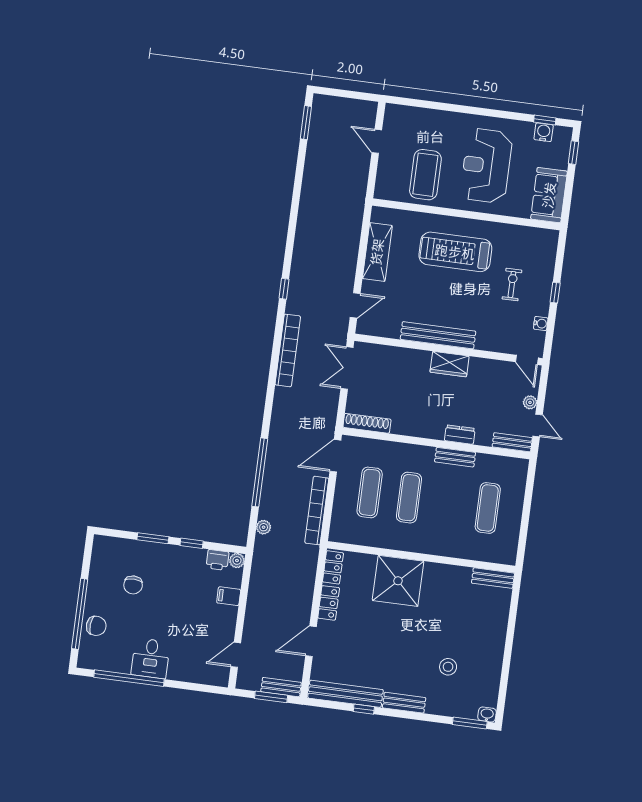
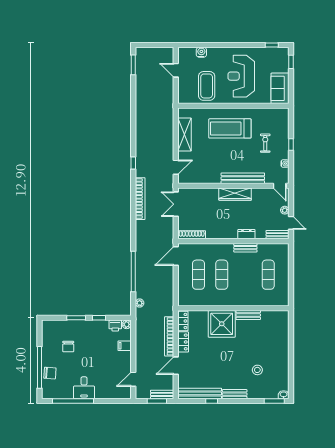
water cooler: (544, 132) -> (201, 52), moved
bench: (438, 335) -> (243, 178), moved
wardrobe: (450, 364) -> (235, 194), width x1.50
bookcase: (317, 511) -> (169, 336), moved
bench: (493, 578) -> (248, 315), moved

